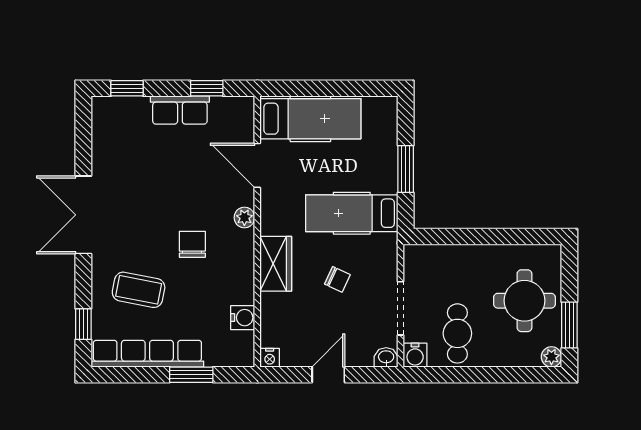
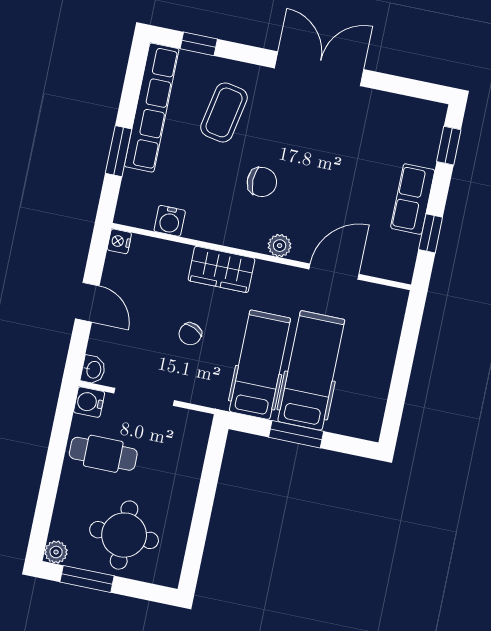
hospital bed: (310, 119) -> (311, 370), moved, turned 180

